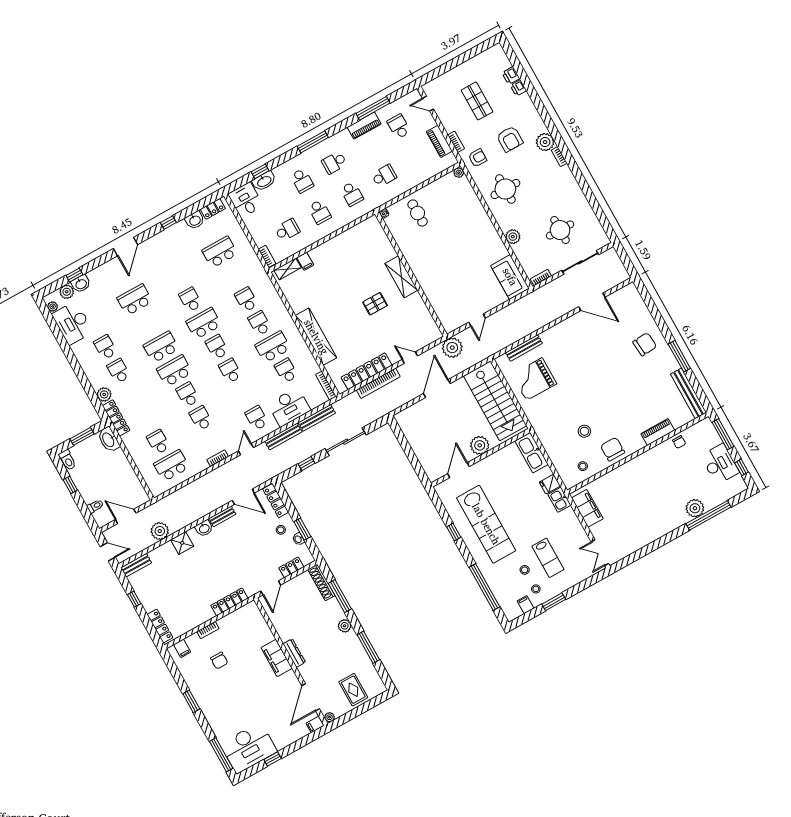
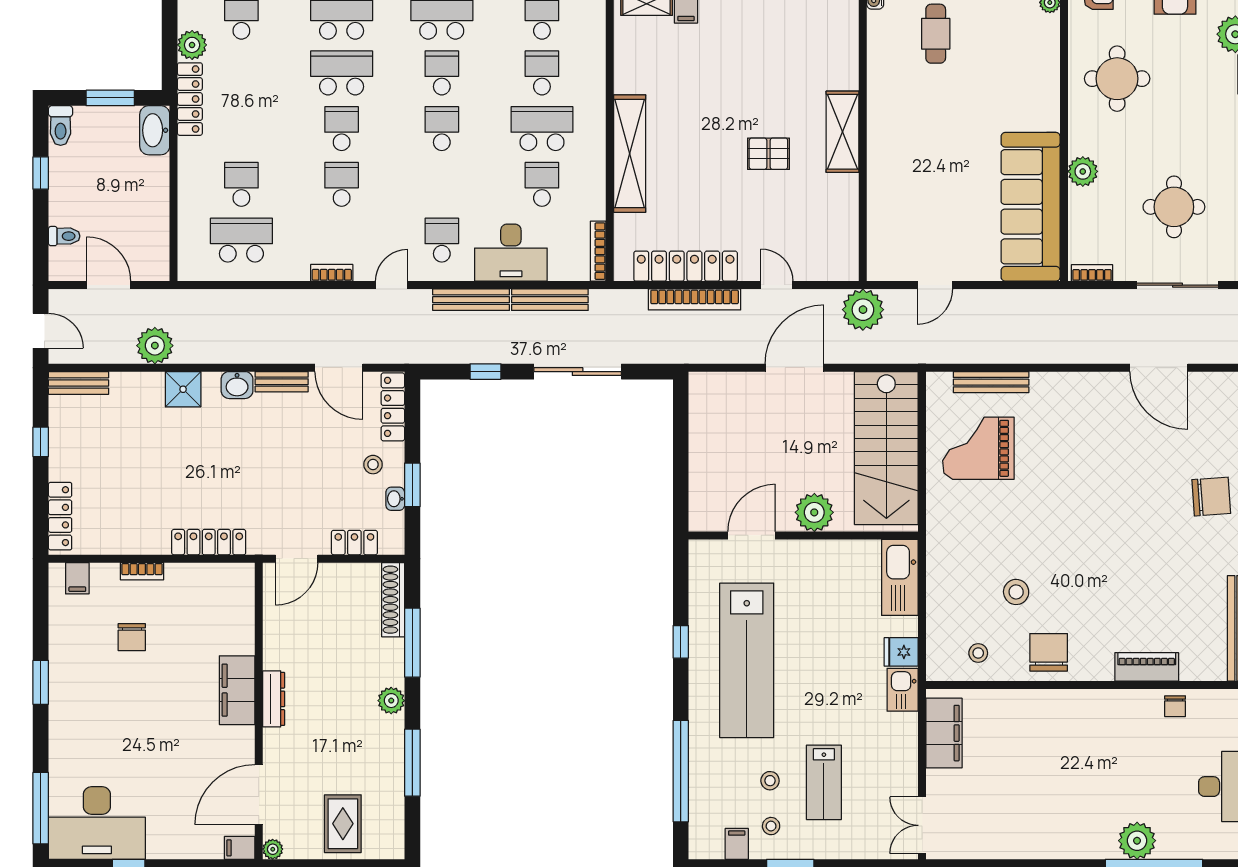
sofa: (510, 277) -> (1031, 207), width x1.85, depth x1.27

